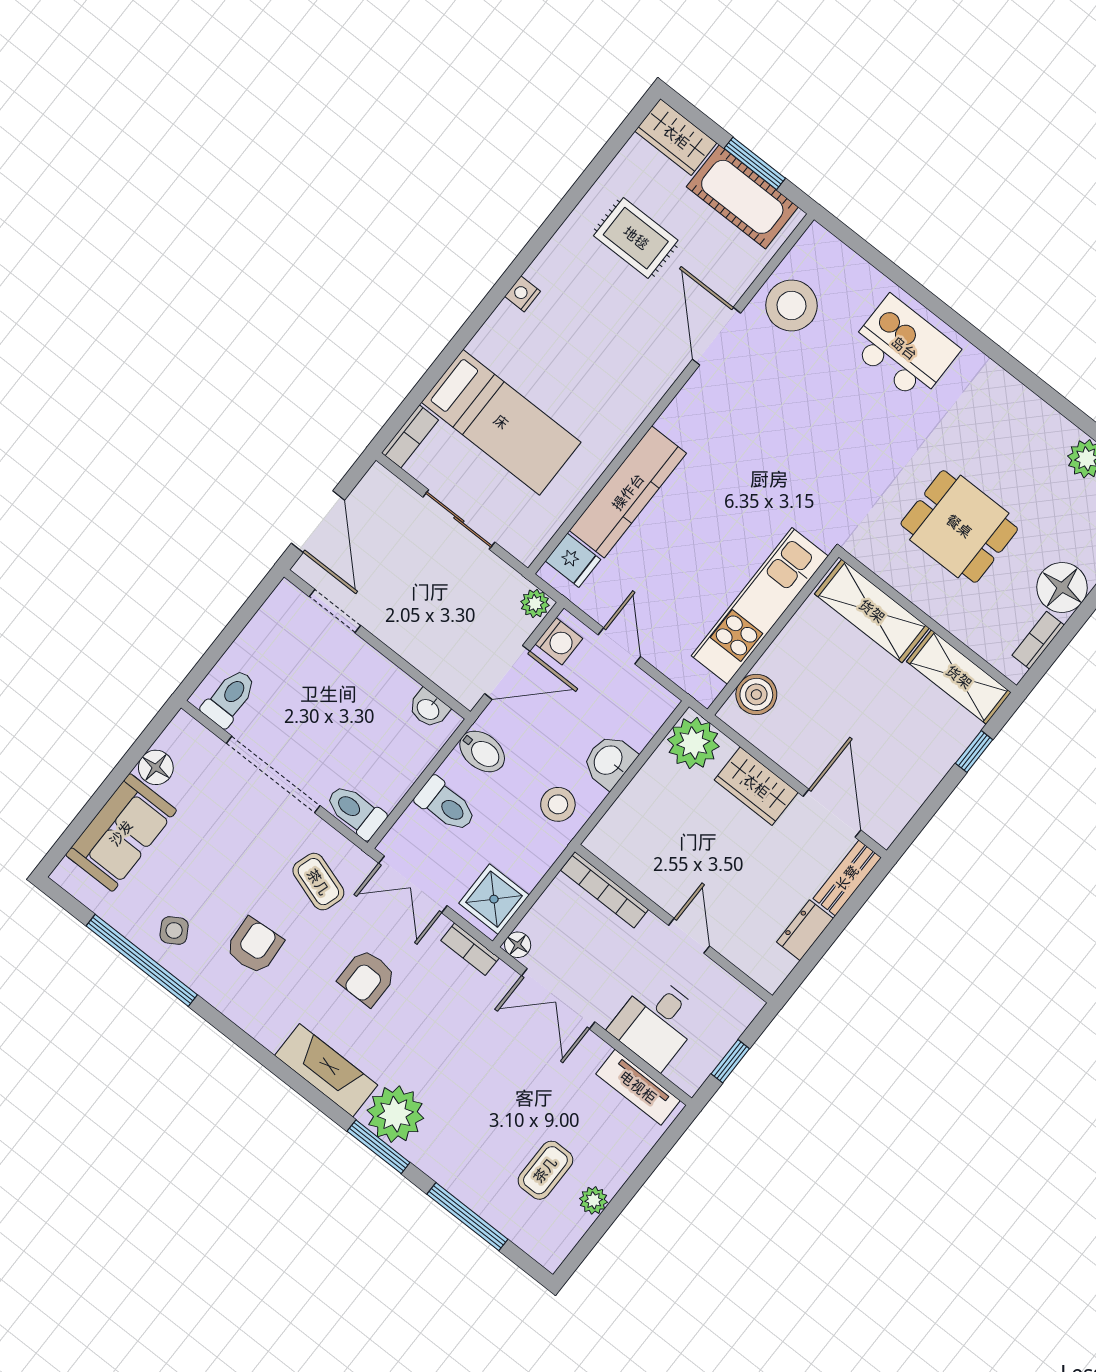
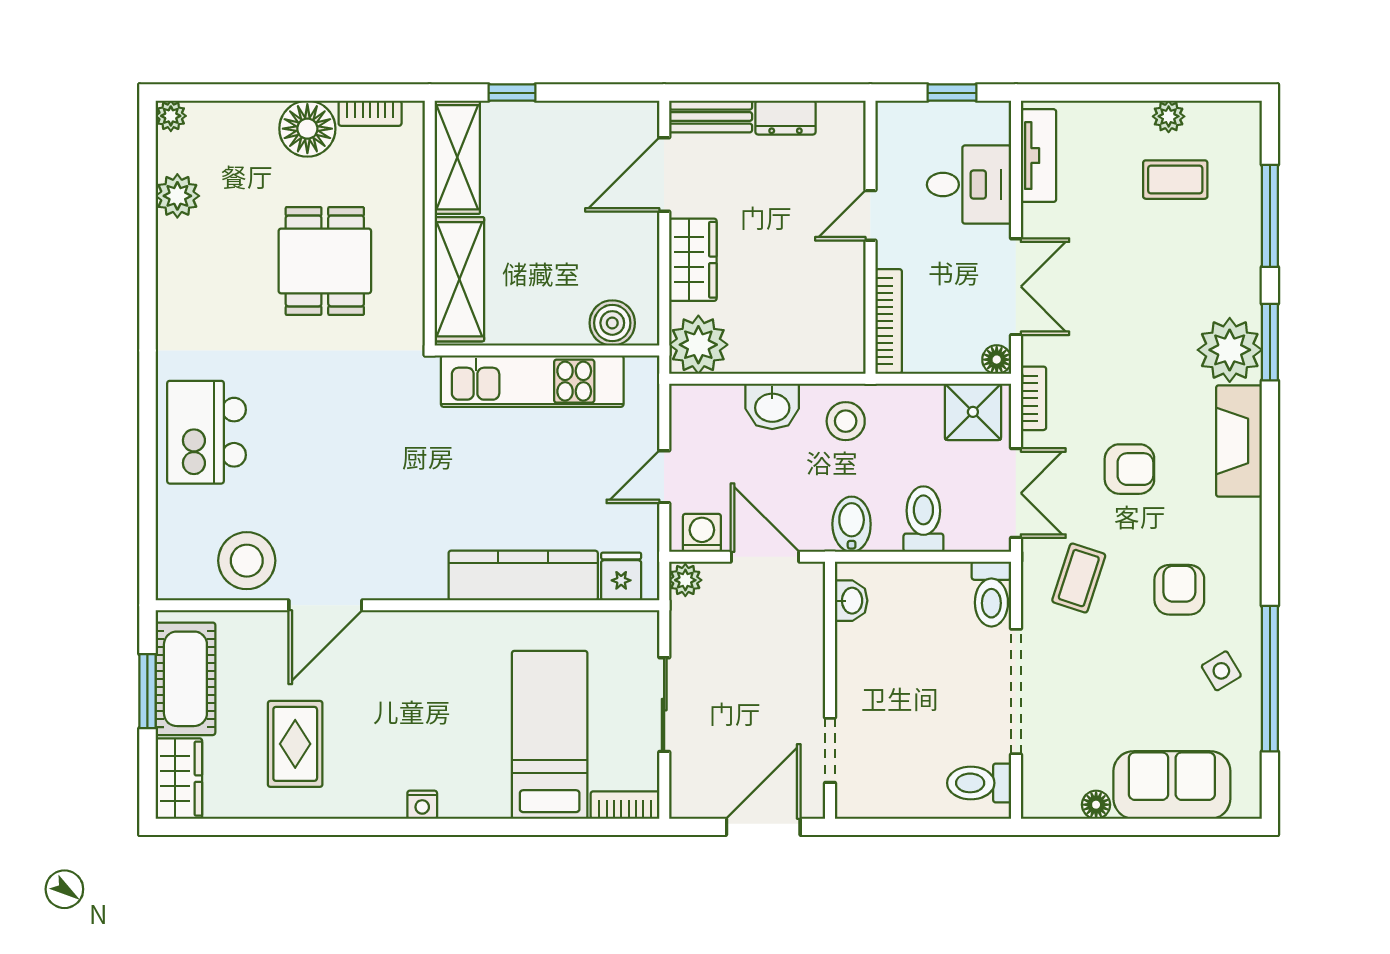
floor lamp: (156, 767) -> (1096, 805), width x0.73, depth x0.73
armchair: (254, 946) -> (1179, 590), turned 94

